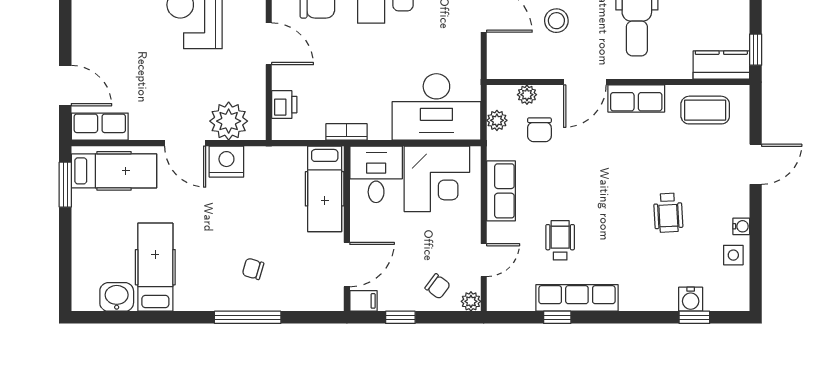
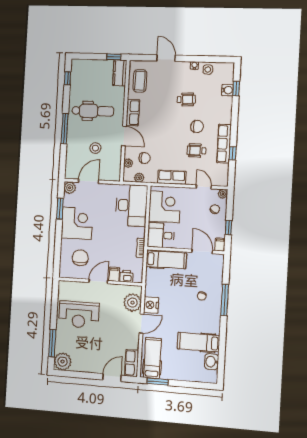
filing cabinet: (287, 78) -> (114, 274), added
chair: (611, 239) -> (197, 126), added

